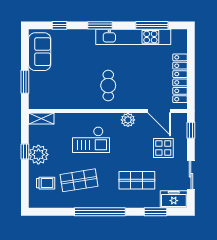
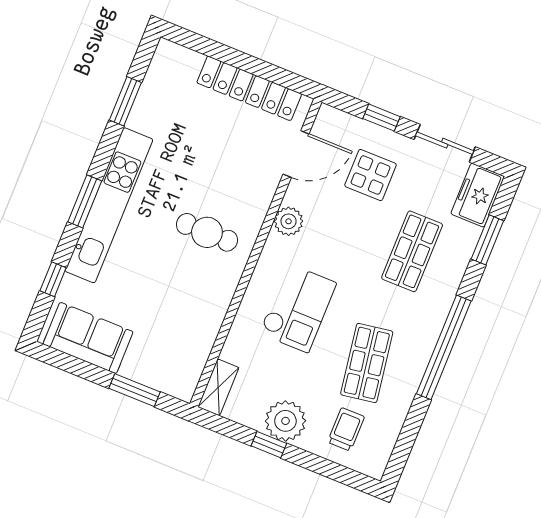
window: (152, 25) -> (125, 101), width x0.69
kitchen unit: (133, 37) -> (109, 205), moved
window: (191, 130) -> (382, 118), moved

